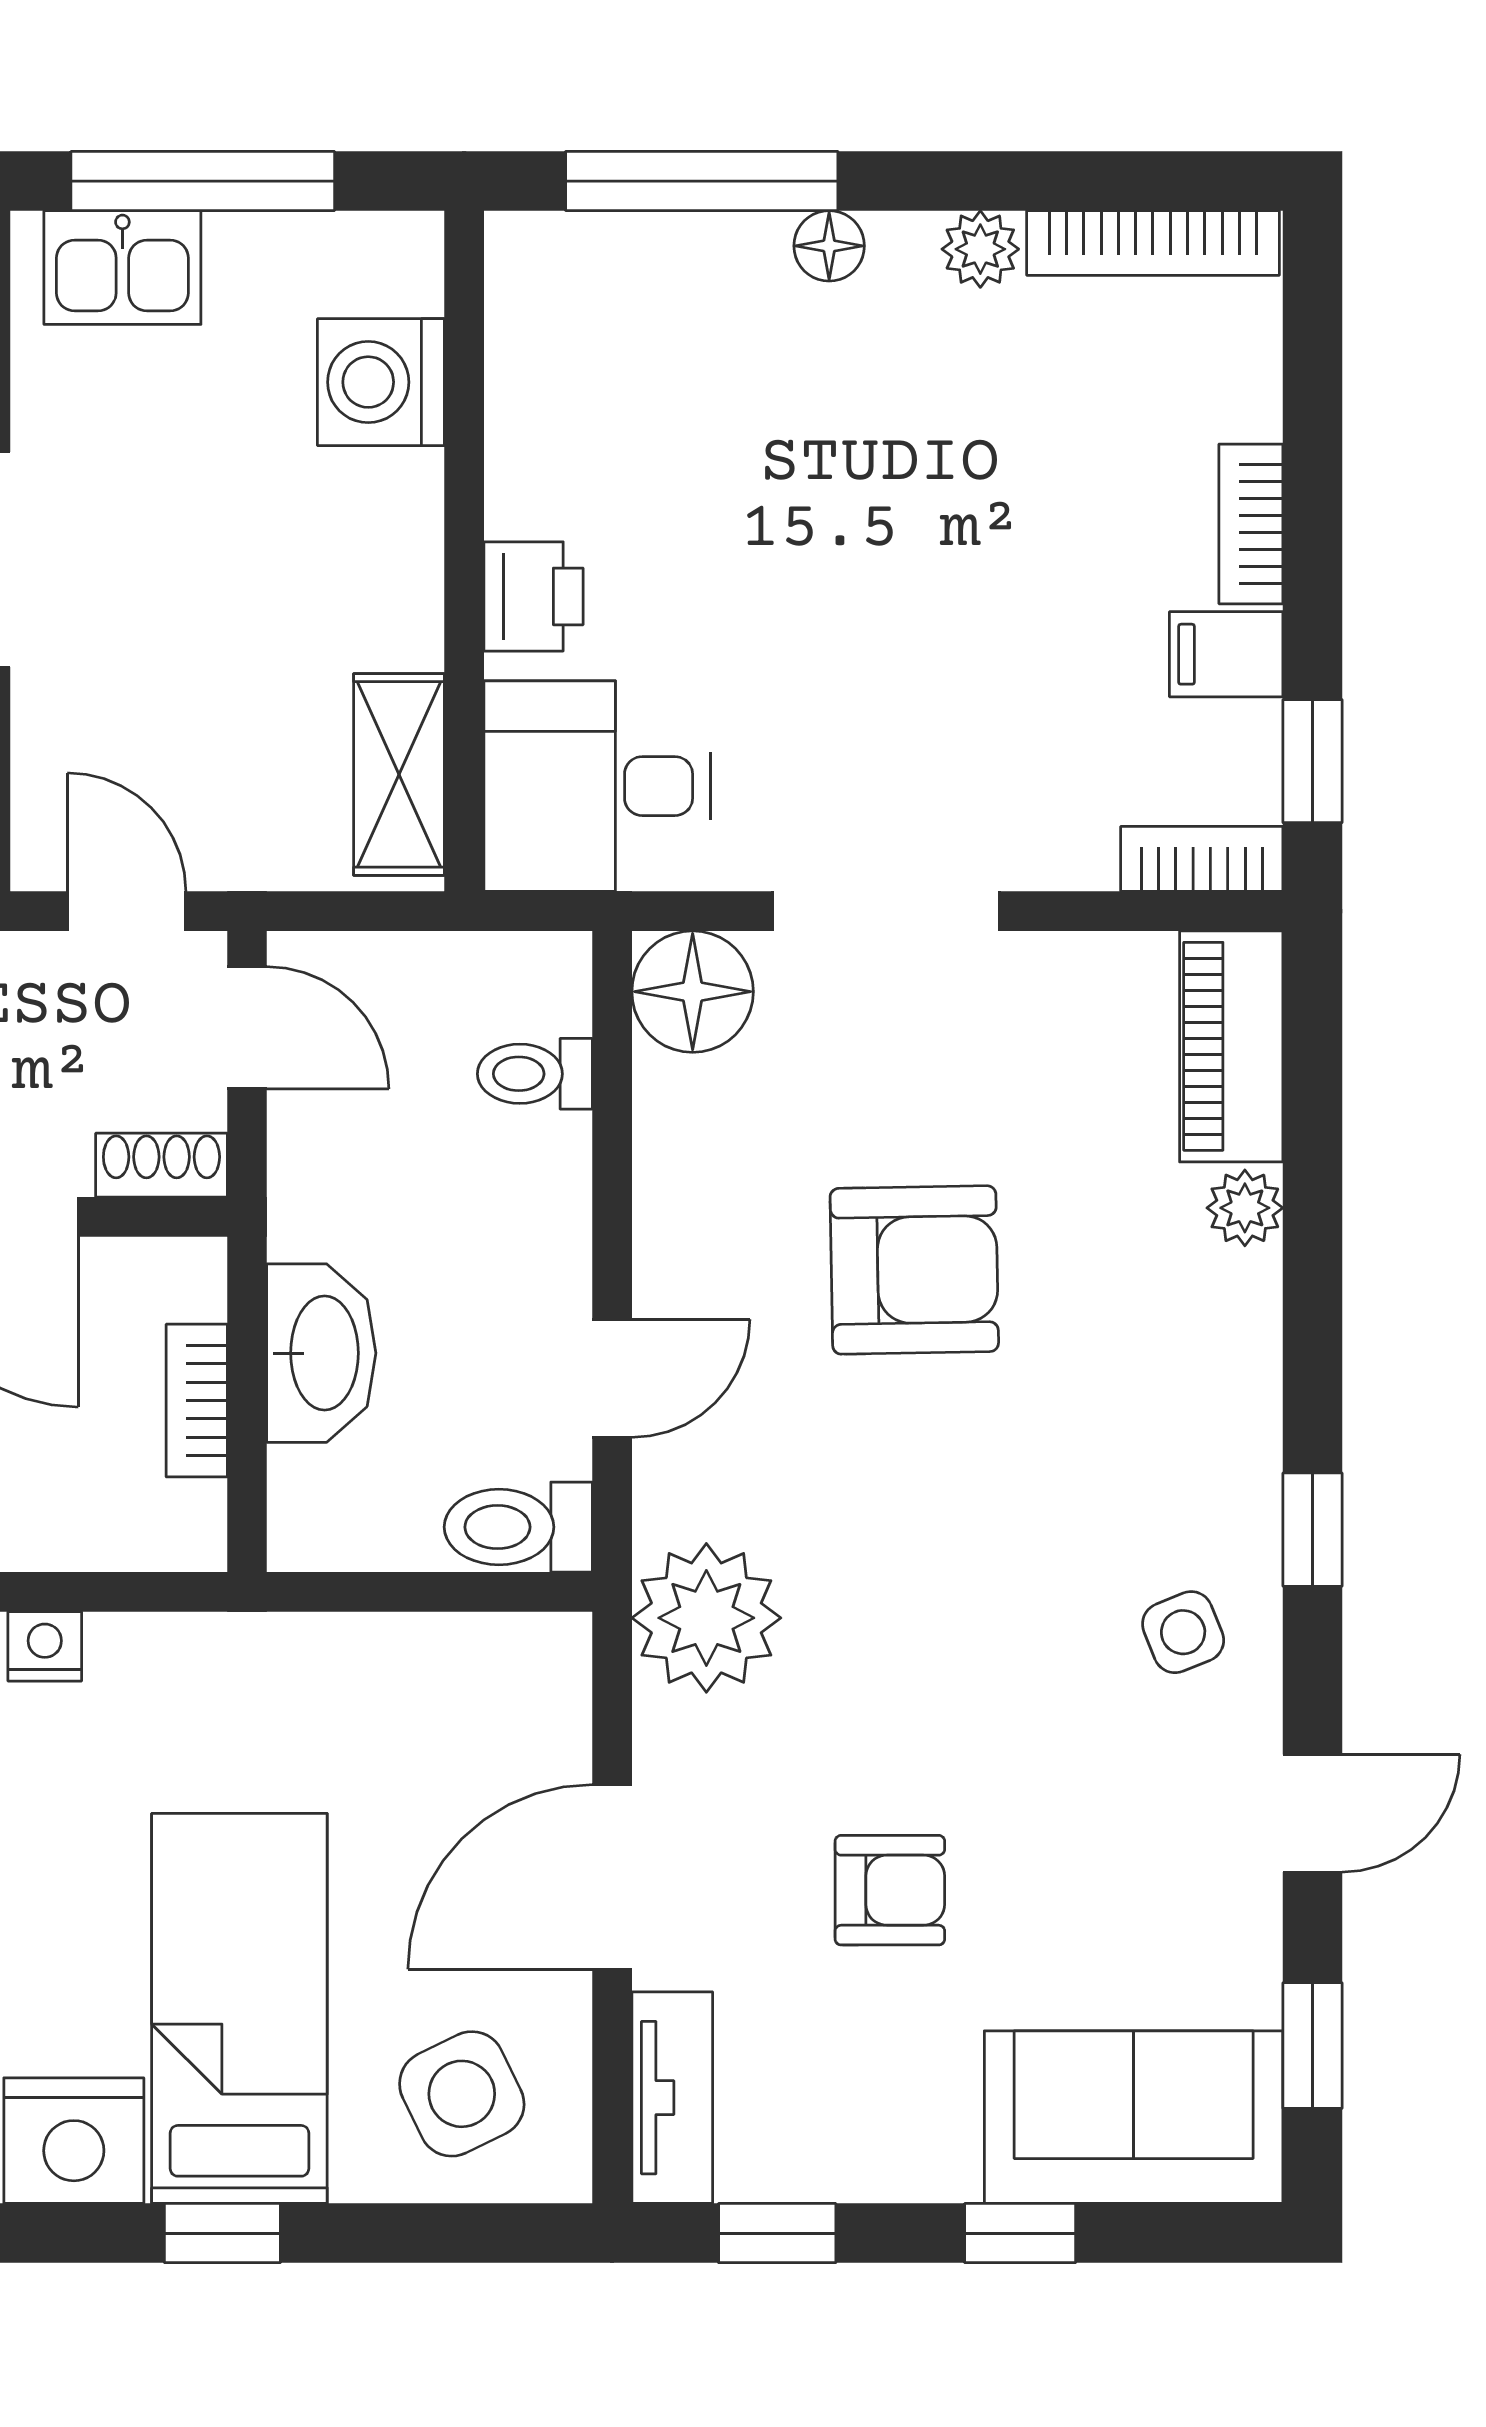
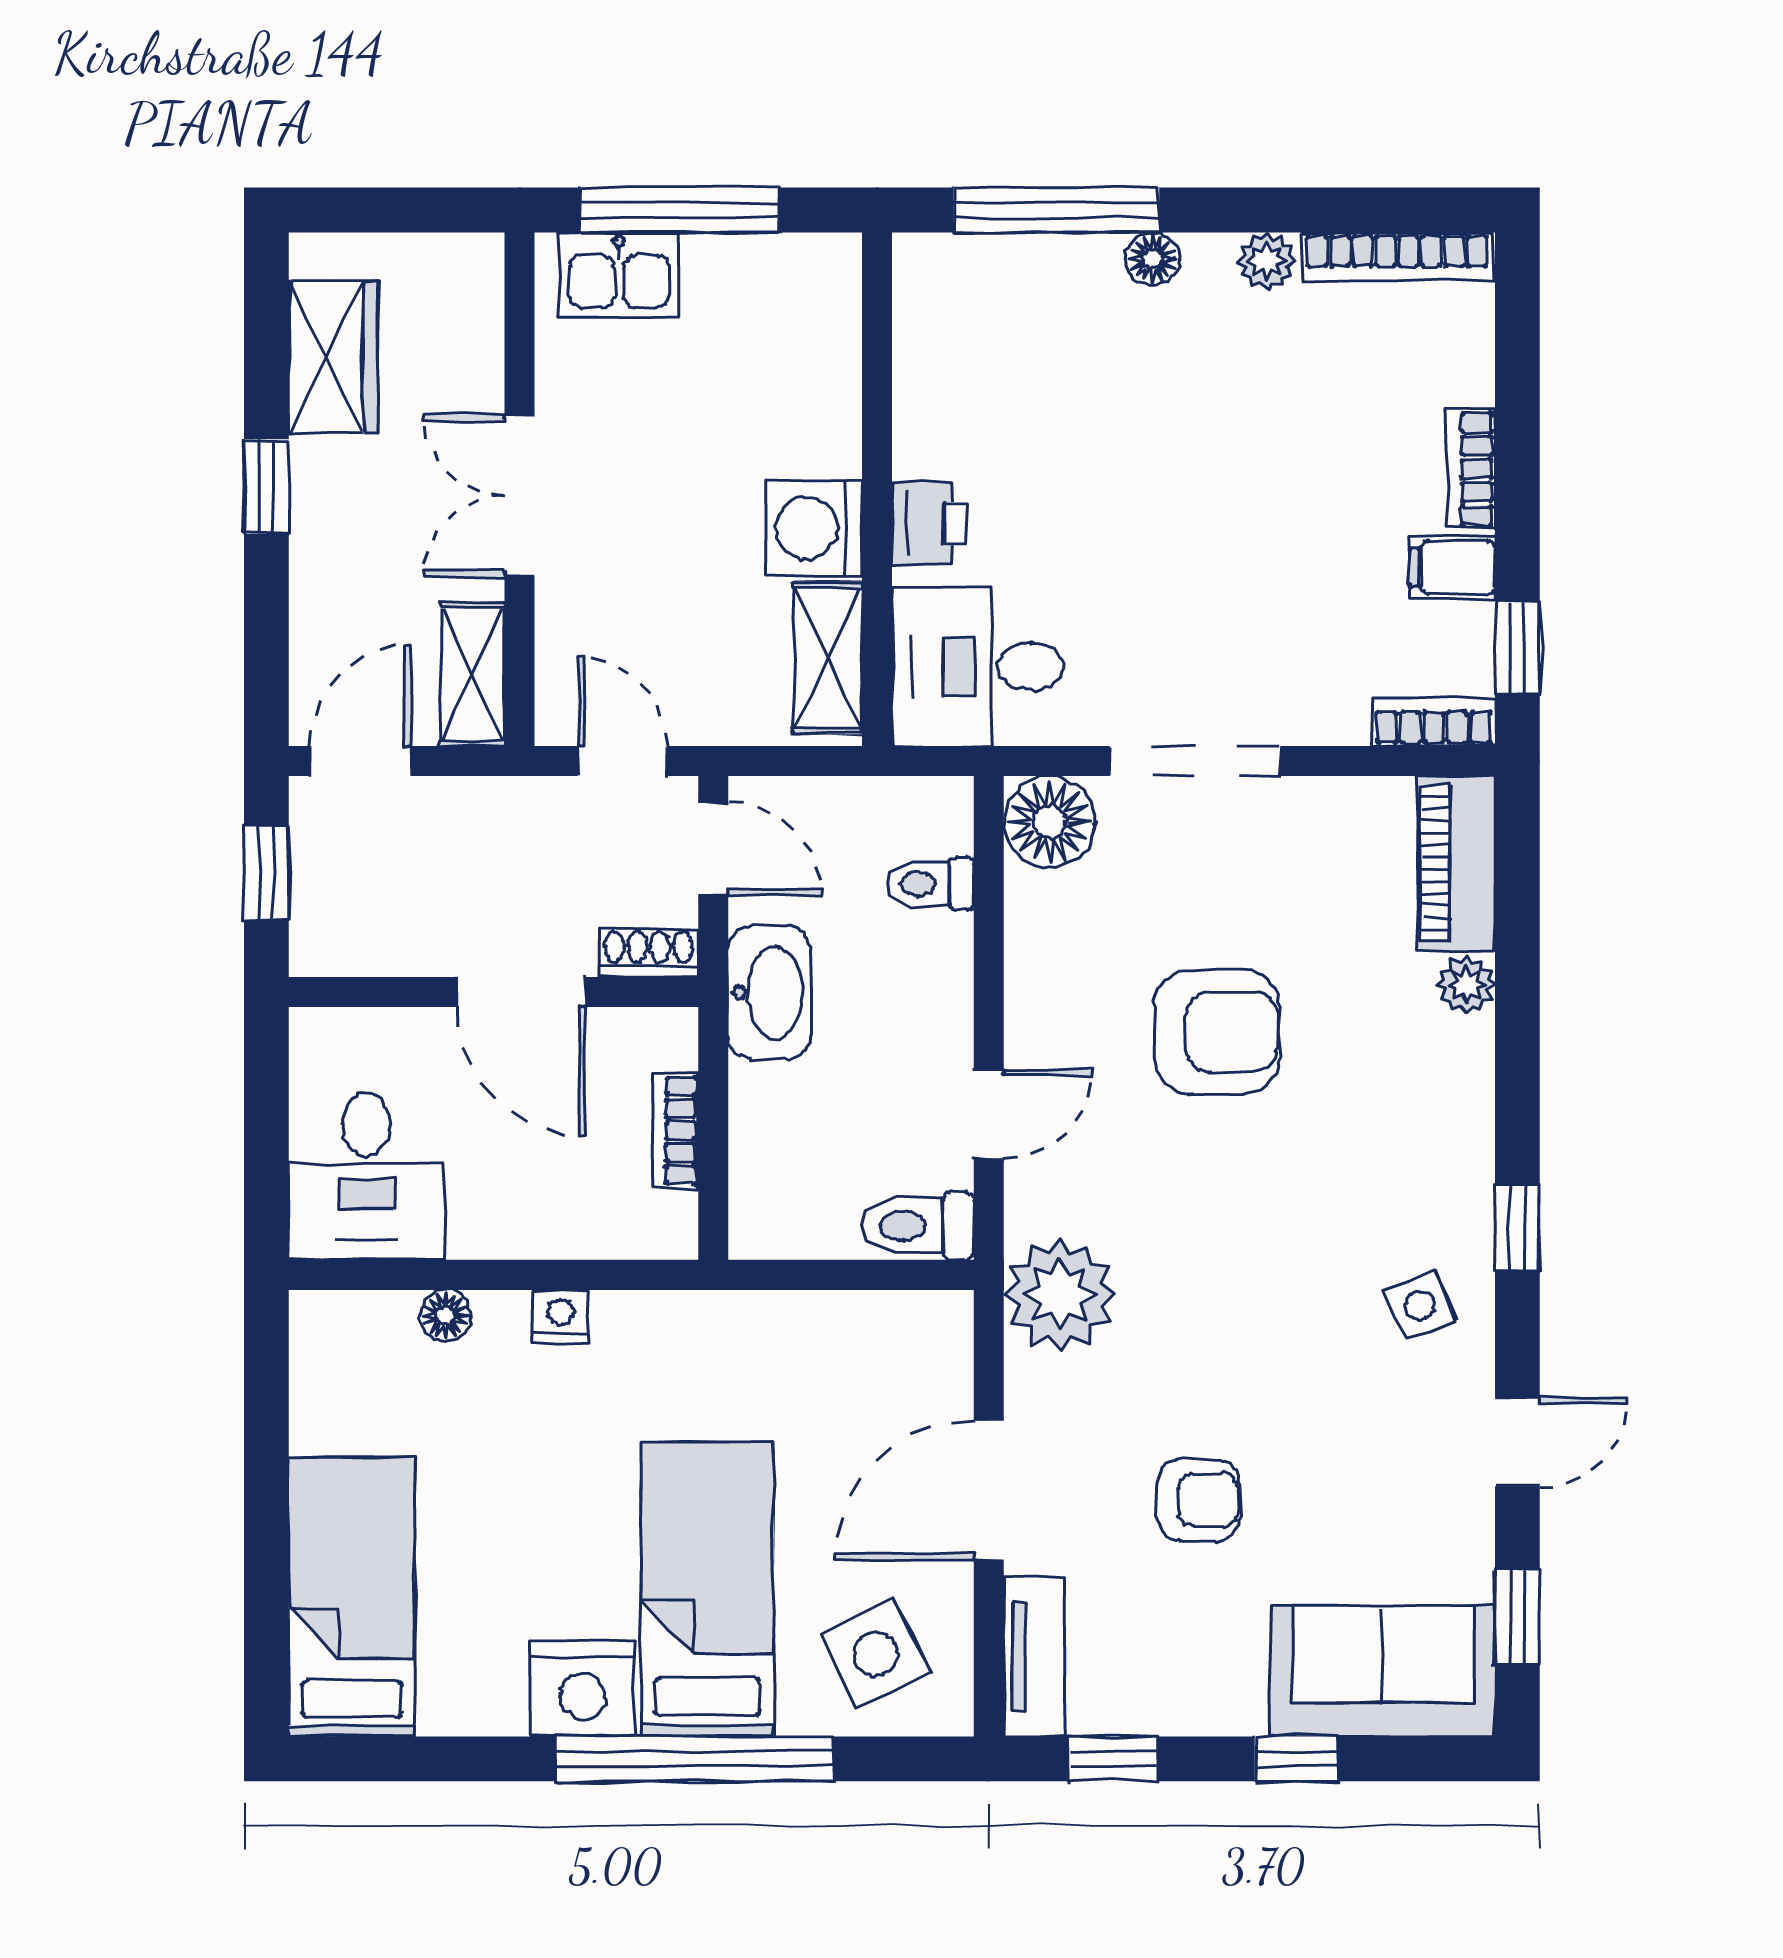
washing machine: (381, 382) -> (814, 528), moved
washbasin: (321, 1353) -> (769, 993), moved
window: (222, 2233) -> (695, 1759), width x3.17

